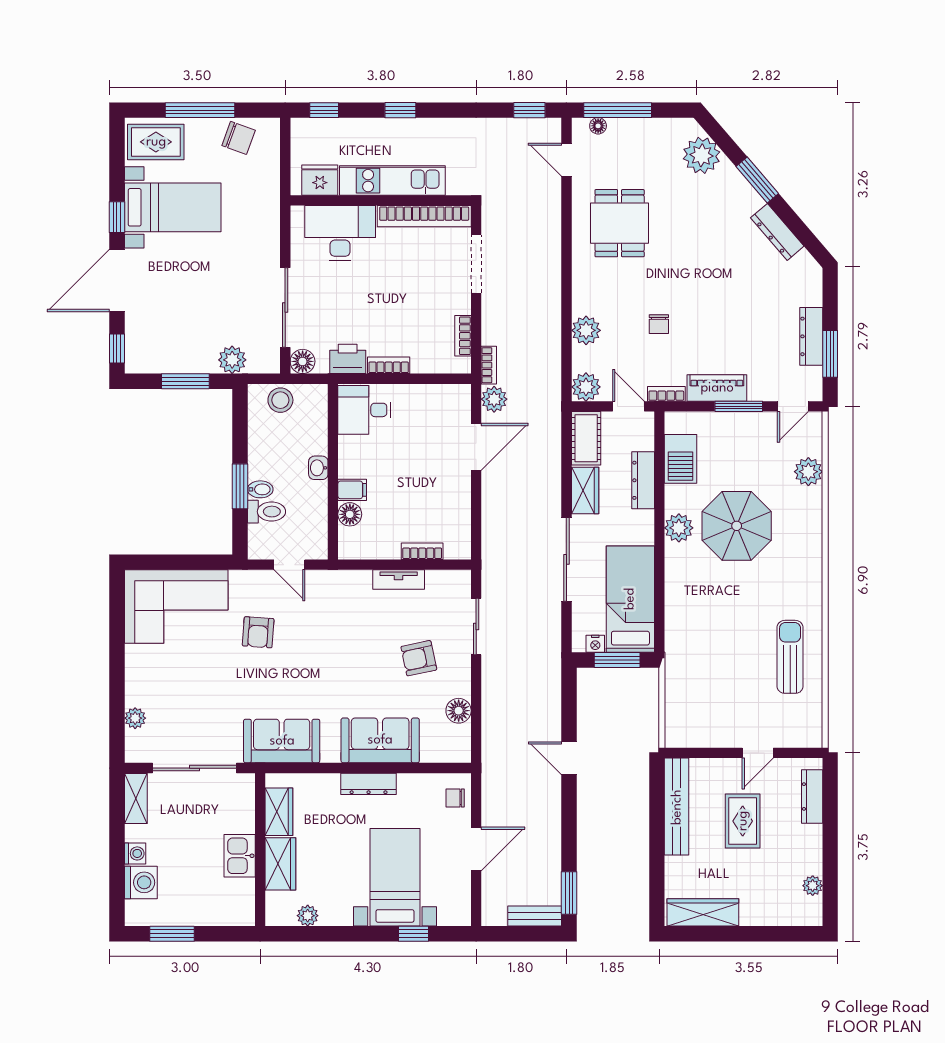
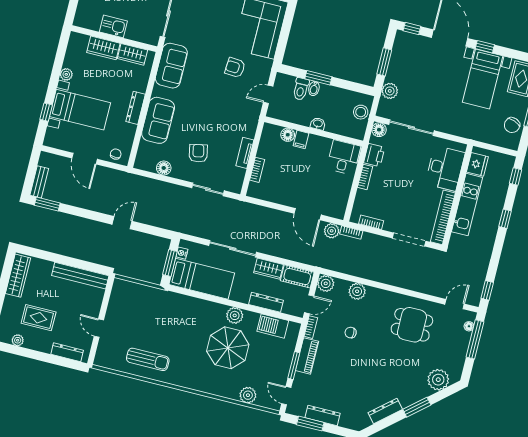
rug: (743, 821) -> (39, 318), moved
plant: (308, 916) -> (66, 74), moved

